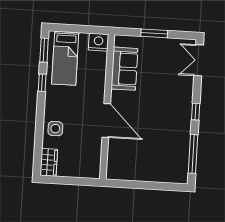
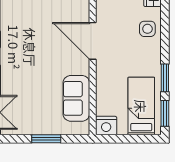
window: (42, 83) -> (165, 78), width x1.50

